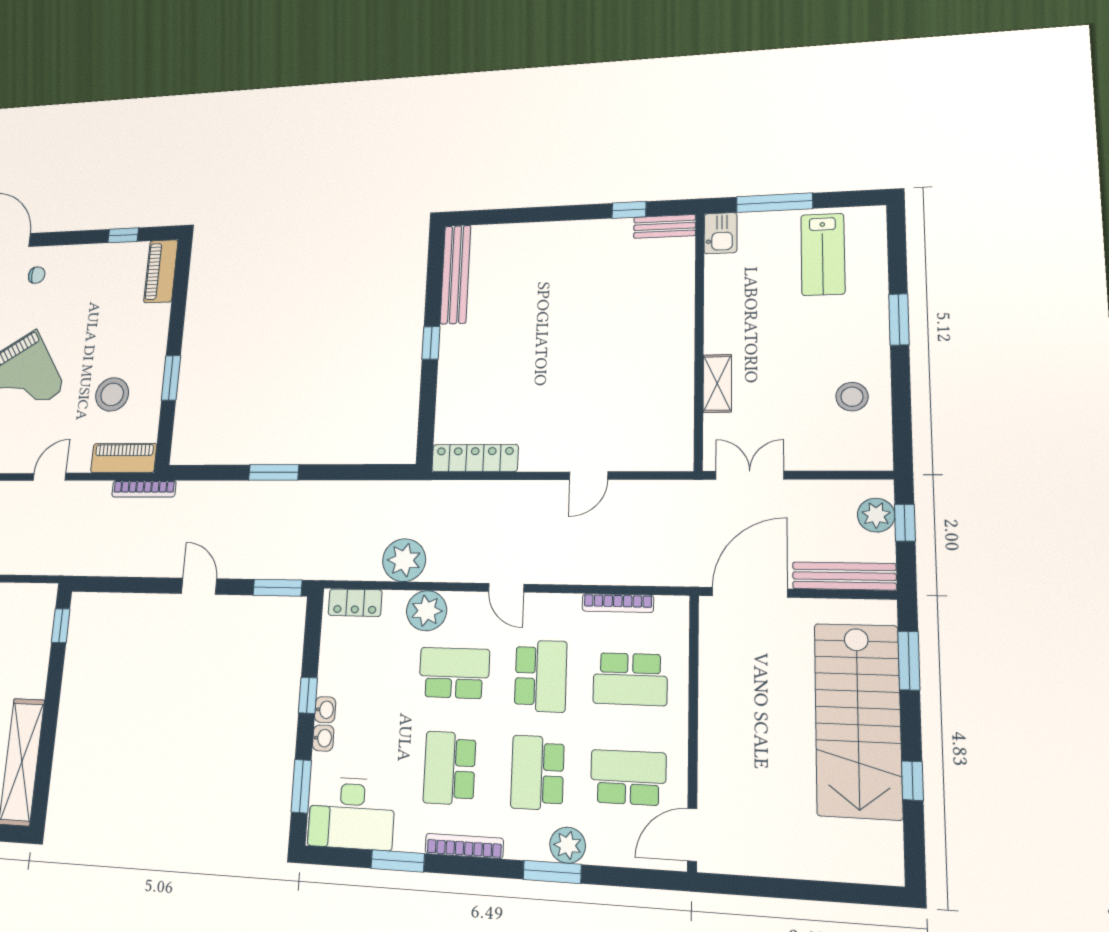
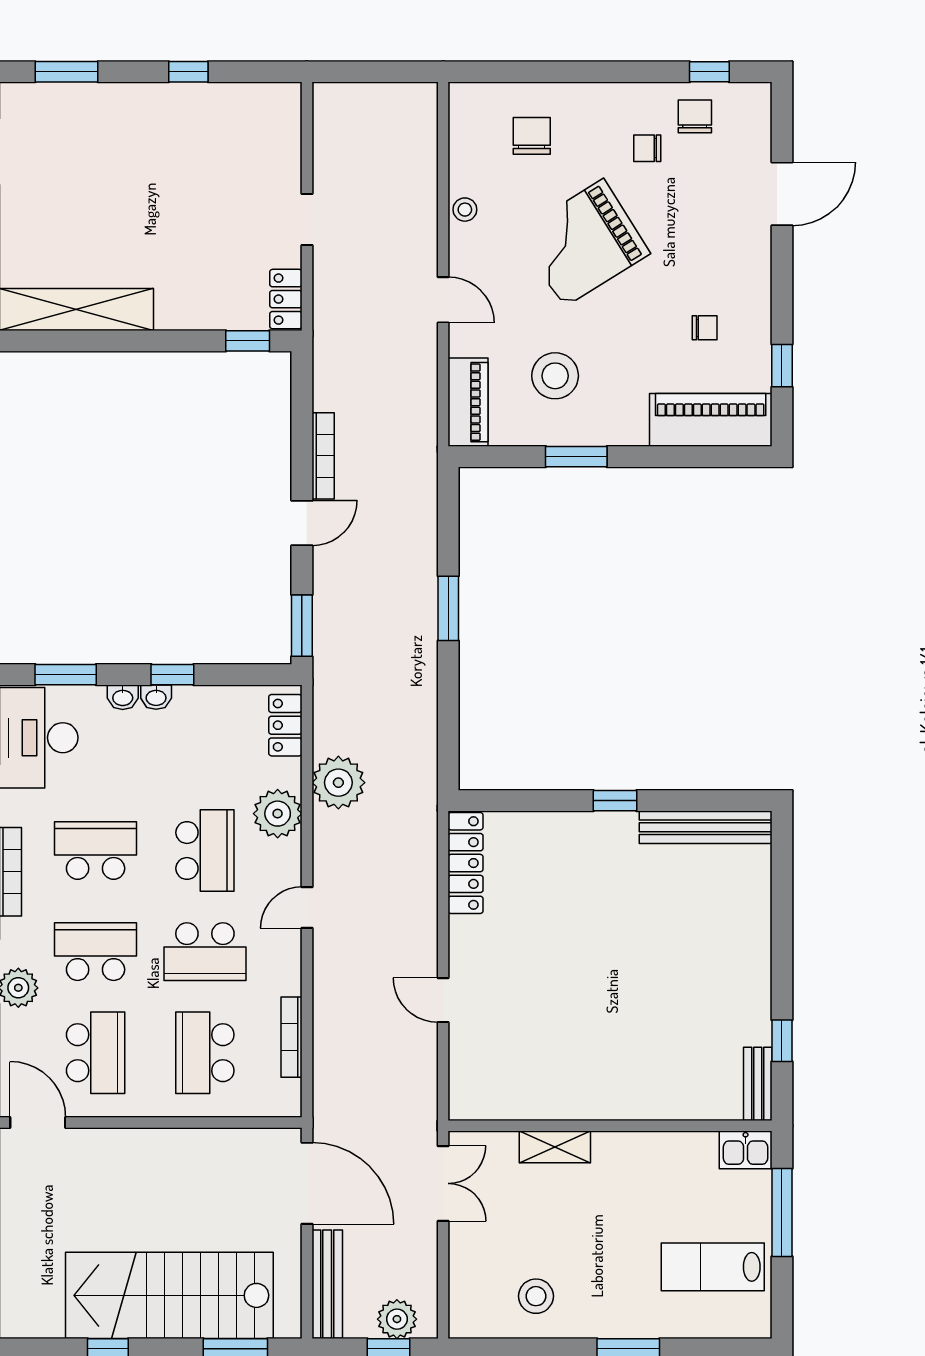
piano: (161, 271) -> (711, 420), width x1.37, depth x1.33
chair: (37, 275) -> (705, 328), moved, turned -90
bookcase: (144, 489) -> (323, 456), moved, turned 180
locker: (35, 595) -> (286, 299), added

